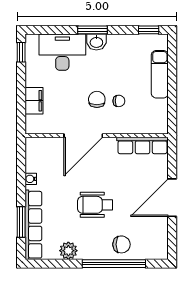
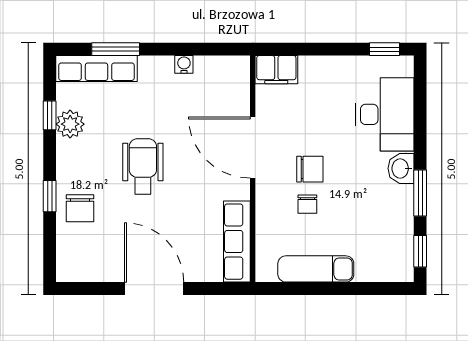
window: (93, 30) -> (420, 193), moved
exam couch: (160, 74) -> (316, 269), moved
filing cabinet: (34, 101) -> (276, 70), moved
row of seats: (33, 225) -> (96, 69), width x0.73
window: (63, 264) -> (50, 115), added
window: (114, 264) -> (50, 196), width x0.32

